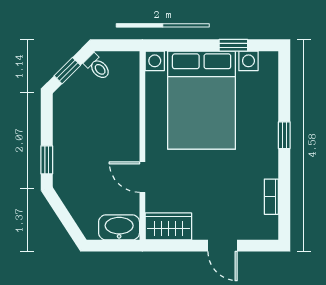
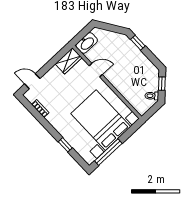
window: (233, 45) -> (108, 152), width x2.17
window: (284, 135) -> (65, 145), moved
door: (223, 246) -> (32, 81), moved

